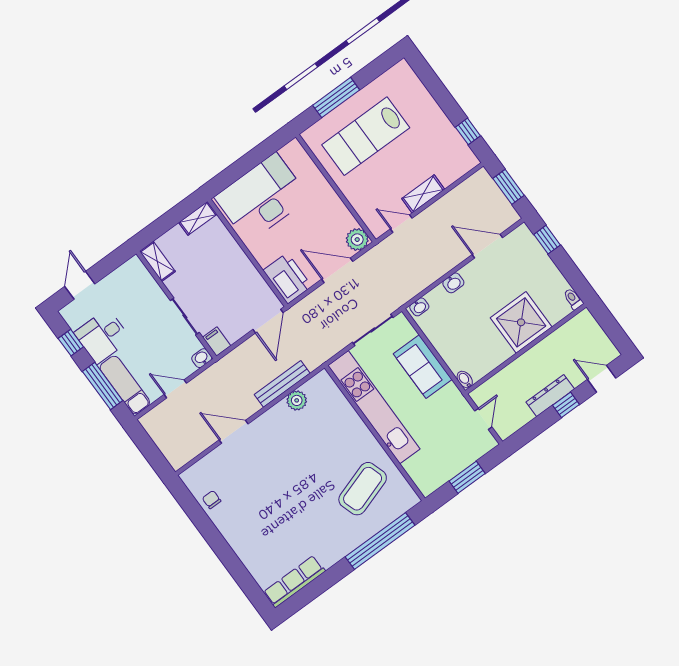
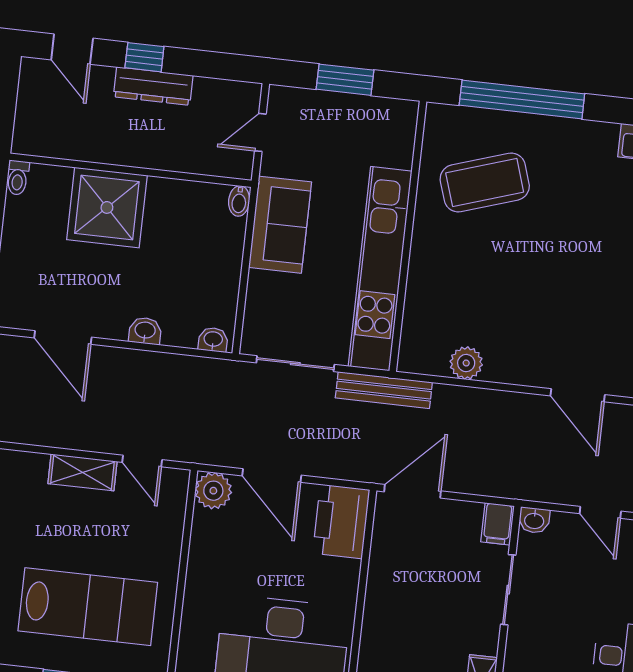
sofa: (423, 367) -> (280, 225), moved
bench: (282, 384) -> (384, 390), moved

